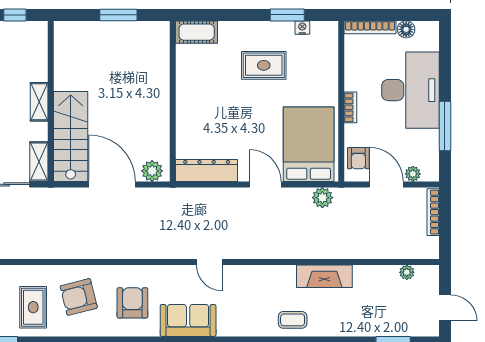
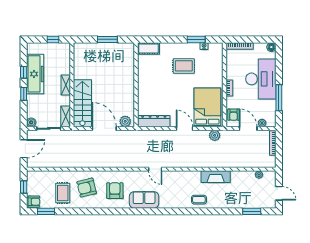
floor lamp: (406, 29) -> (271, 47), moved

